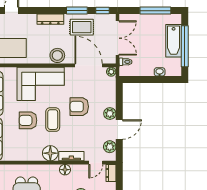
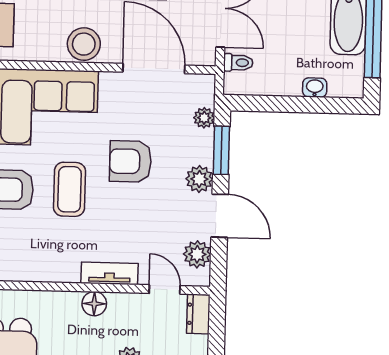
plant: (111, 72) -> (204, 118), moved
window: (119, 101) -> (221, 150), added
door: (119, 129) -> (220, 216), hinge flipped
floor lamp: (50, 153) -> (62, 265), removed
door: (96, 163) -> (165, 289), swing flipped

